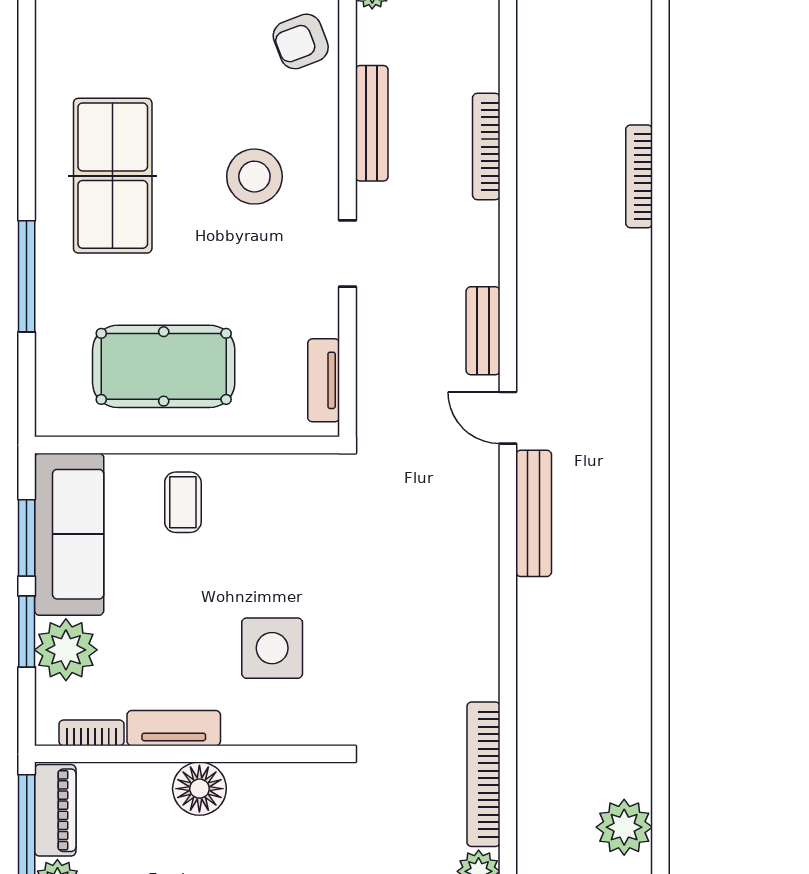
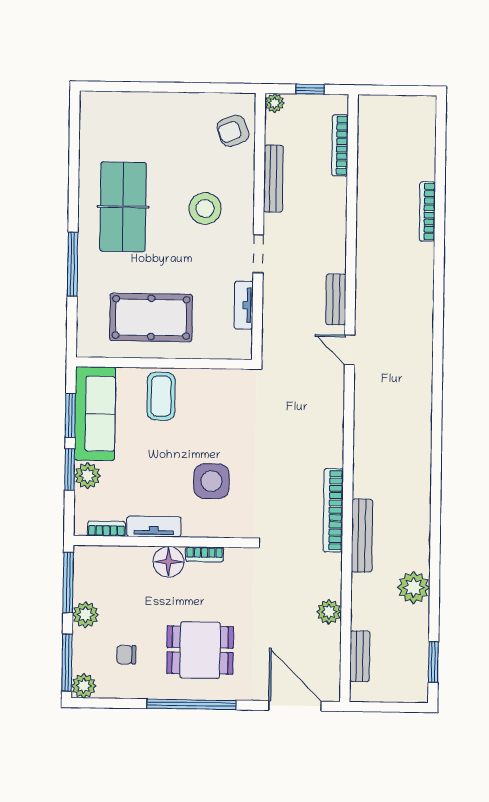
bookcase: (486, 147) -> (340, 145), moved
tv unit: (324, 380) -> (244, 305), moved
coffee table: (183, 502) -> (161, 396), width x1.36, depth x1.30
bench: (534, 513) -> (362, 536), moved
plant: (66, 650) -> (87, 476), width x0.73, depth x0.73
bookcase: (483, 774) -> (333, 510), moved
bookcase: (262, 775) -> (205, 554), added
piano: (55, 810) -> (85, 573), removed

